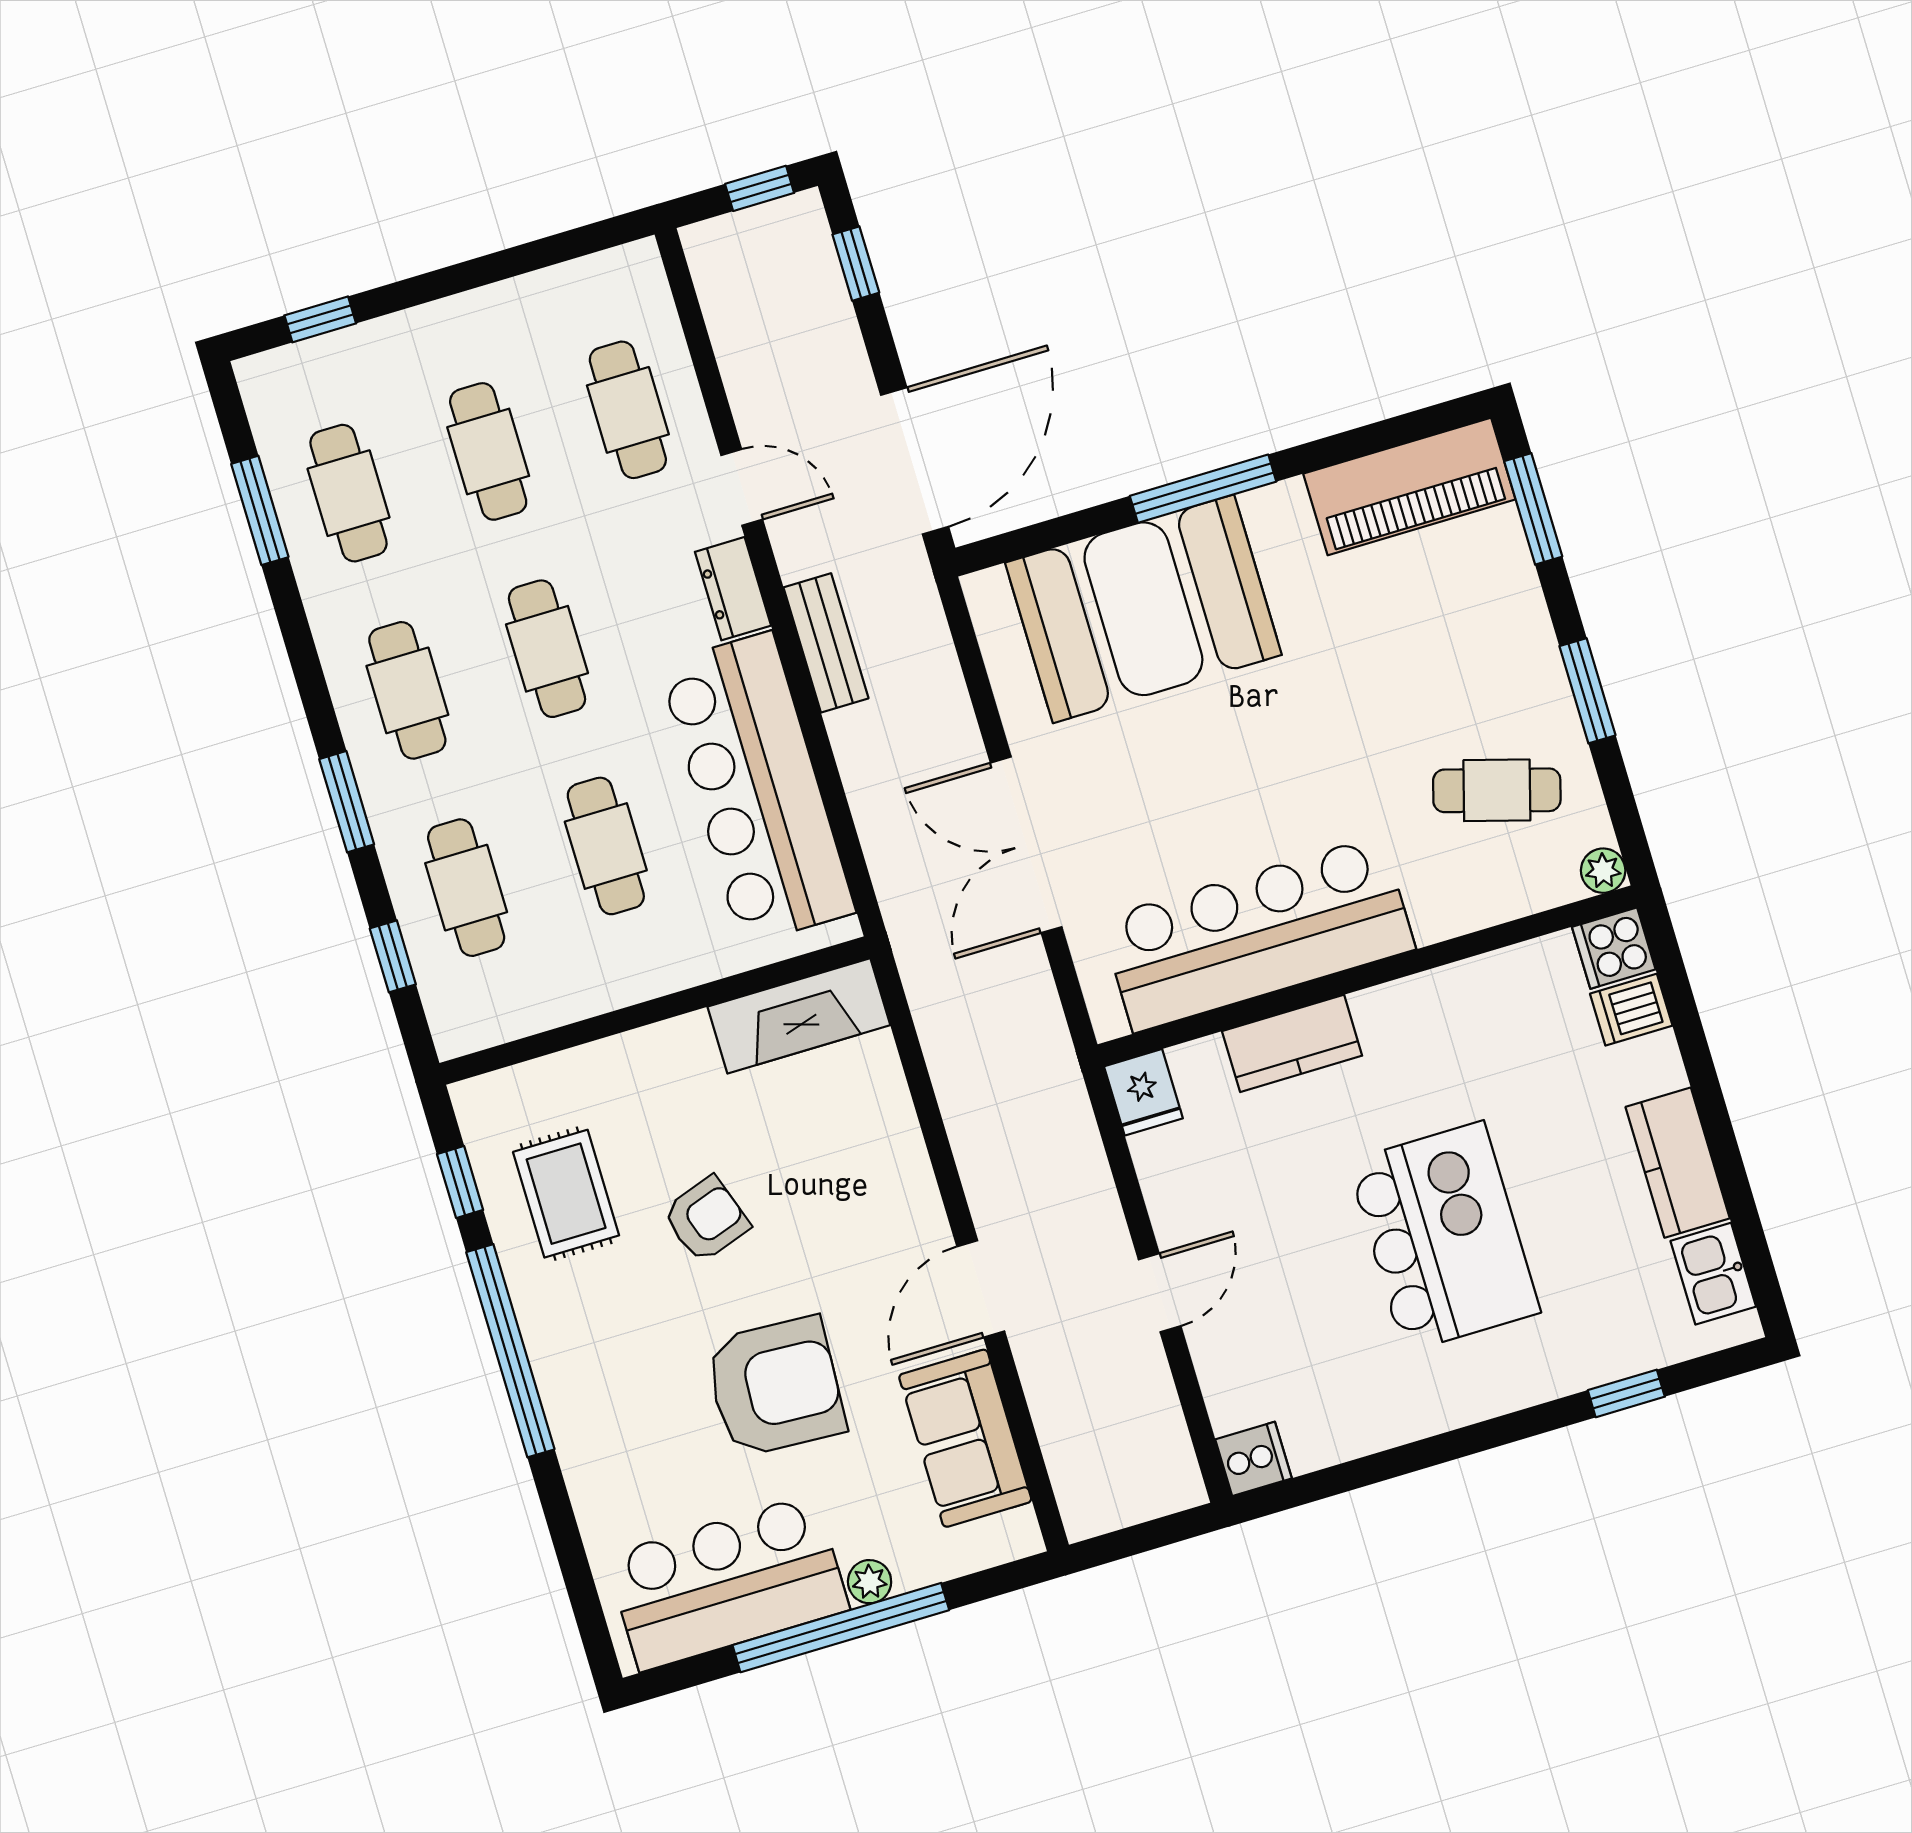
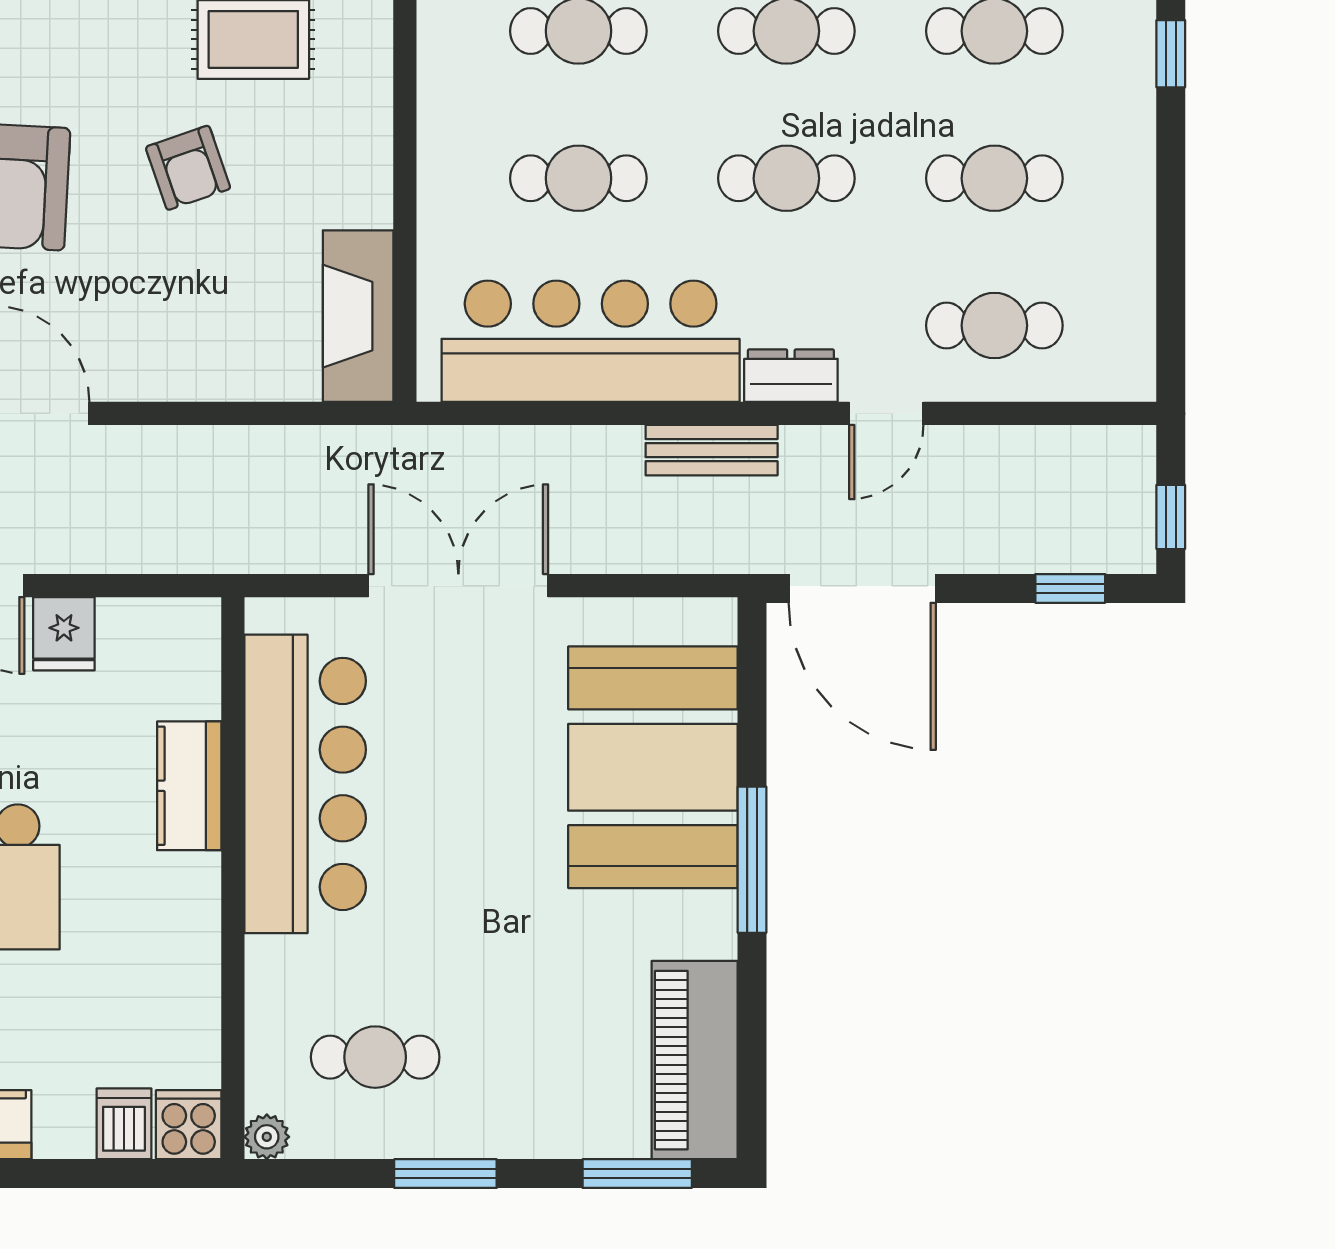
cafe table: (1497, 790) -> (375, 1057), turned 74
fridge: (1143, 1092) -> (64, 634), moved, turned -90

